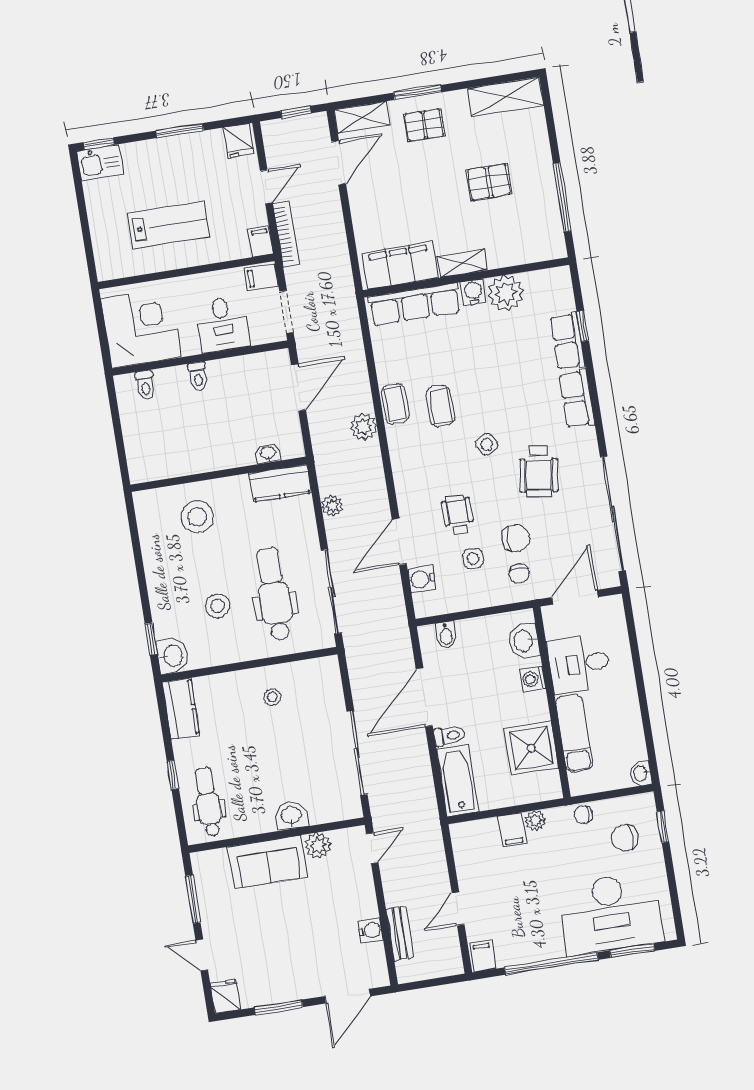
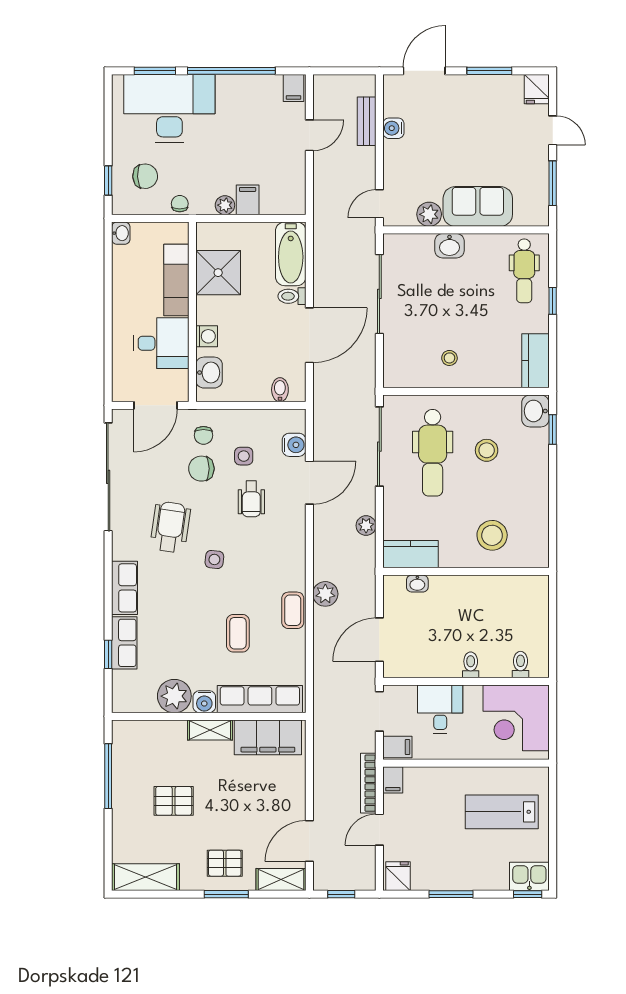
lab bench: (168, 225) -> (502, 812), moved
coffee table: (440, 406) -> (238, 633), moved
side table: (487, 444) -> (214, 559), turned 38
chair: (519, 574) -> (203, 435), turned 180
chair: (583, 815) -> (180, 204), turned -90

